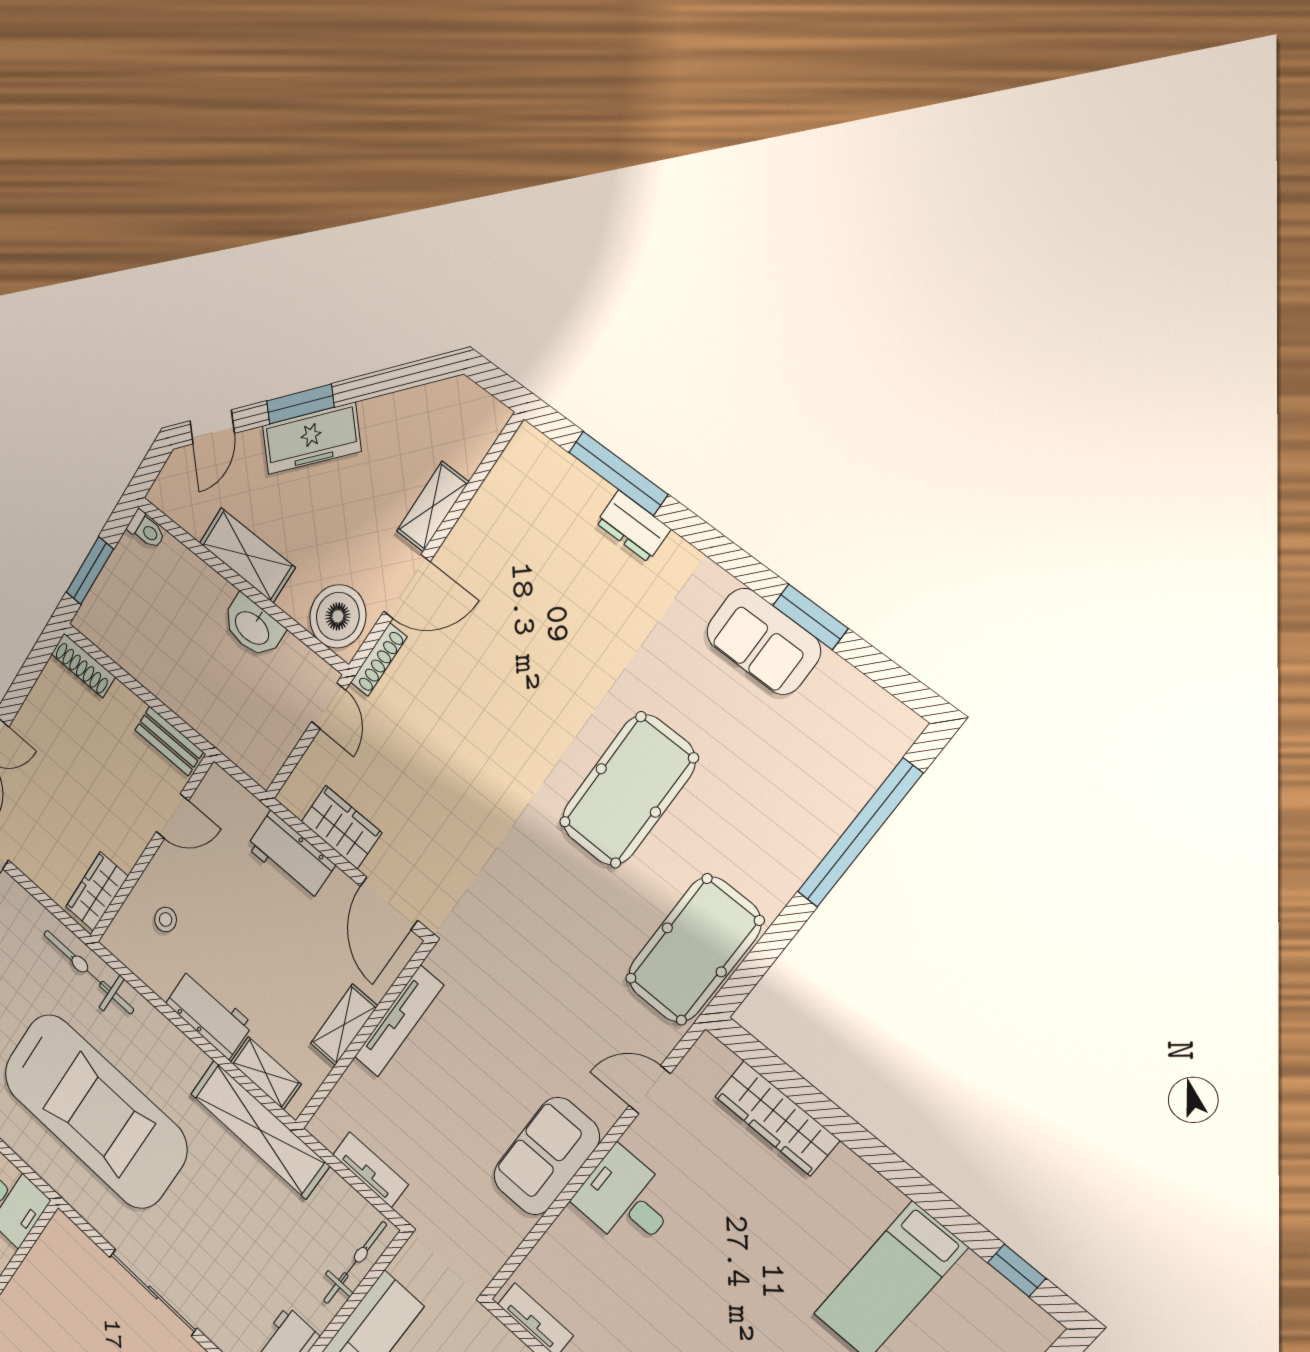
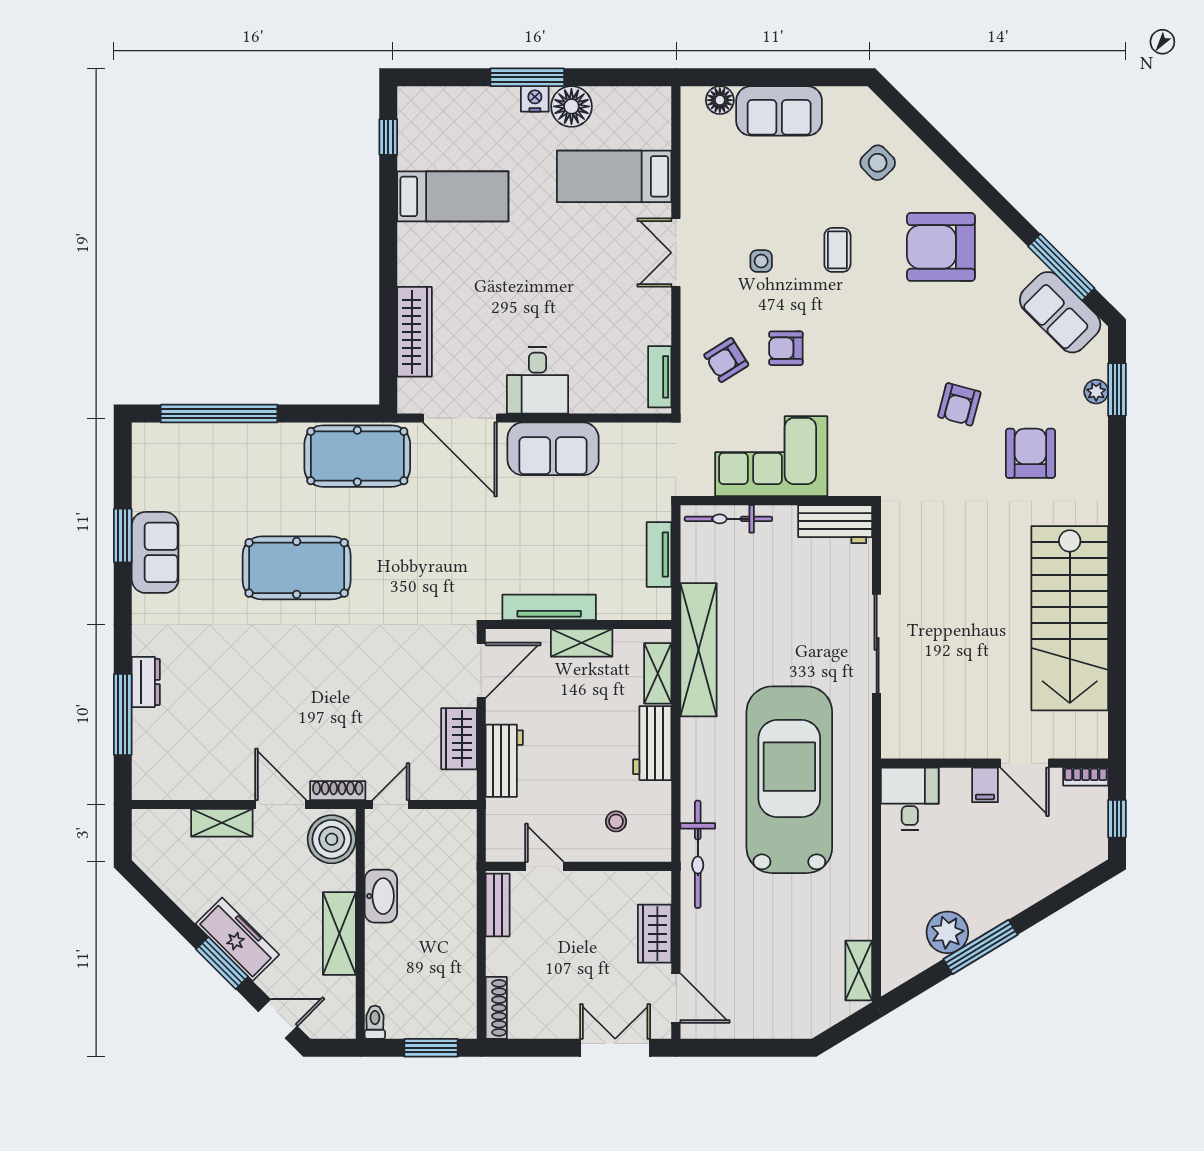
wardrobe: (97, 891) -> (655, 934), moved, turned 90
door: (650, 1090) -> (460, 418), width x1.87

